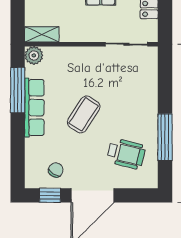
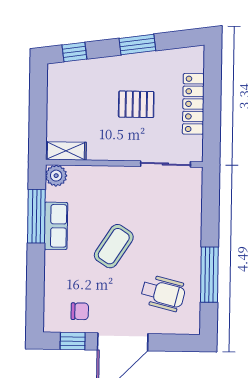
row of seats: (34, 108) -> (56, 226), width x0.68
chair: (56, 170) -> (80, 311), turned 58

